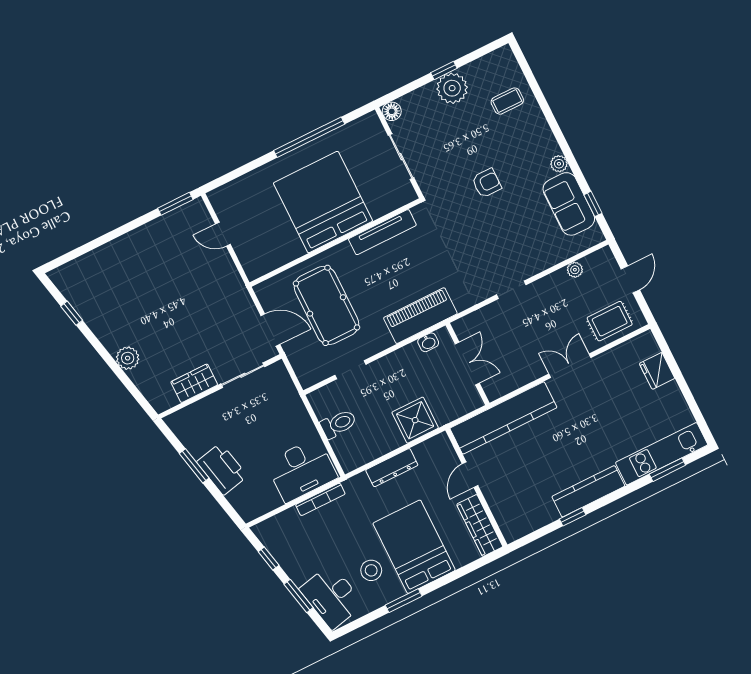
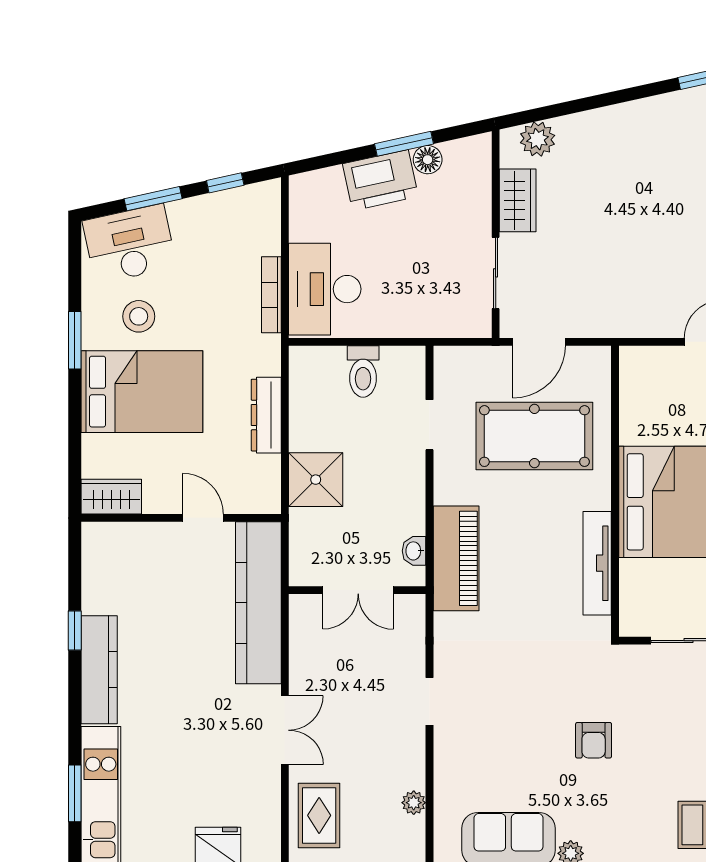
plant: (128, 358) -> (538, 139), moved
floor lamp: (196, 447) -> (428, 160), added
wardrobe: (480, 525) -> (111, 497), width x0.67

